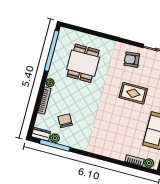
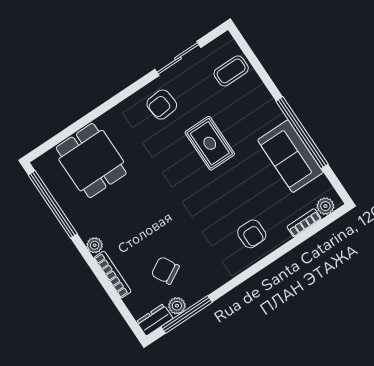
dining table: (83, 63) -> (91, 161), moved
rug: (133, 93) -> (210, 143), turned 90
armchair: (111, 143) -> (252, 234), added

